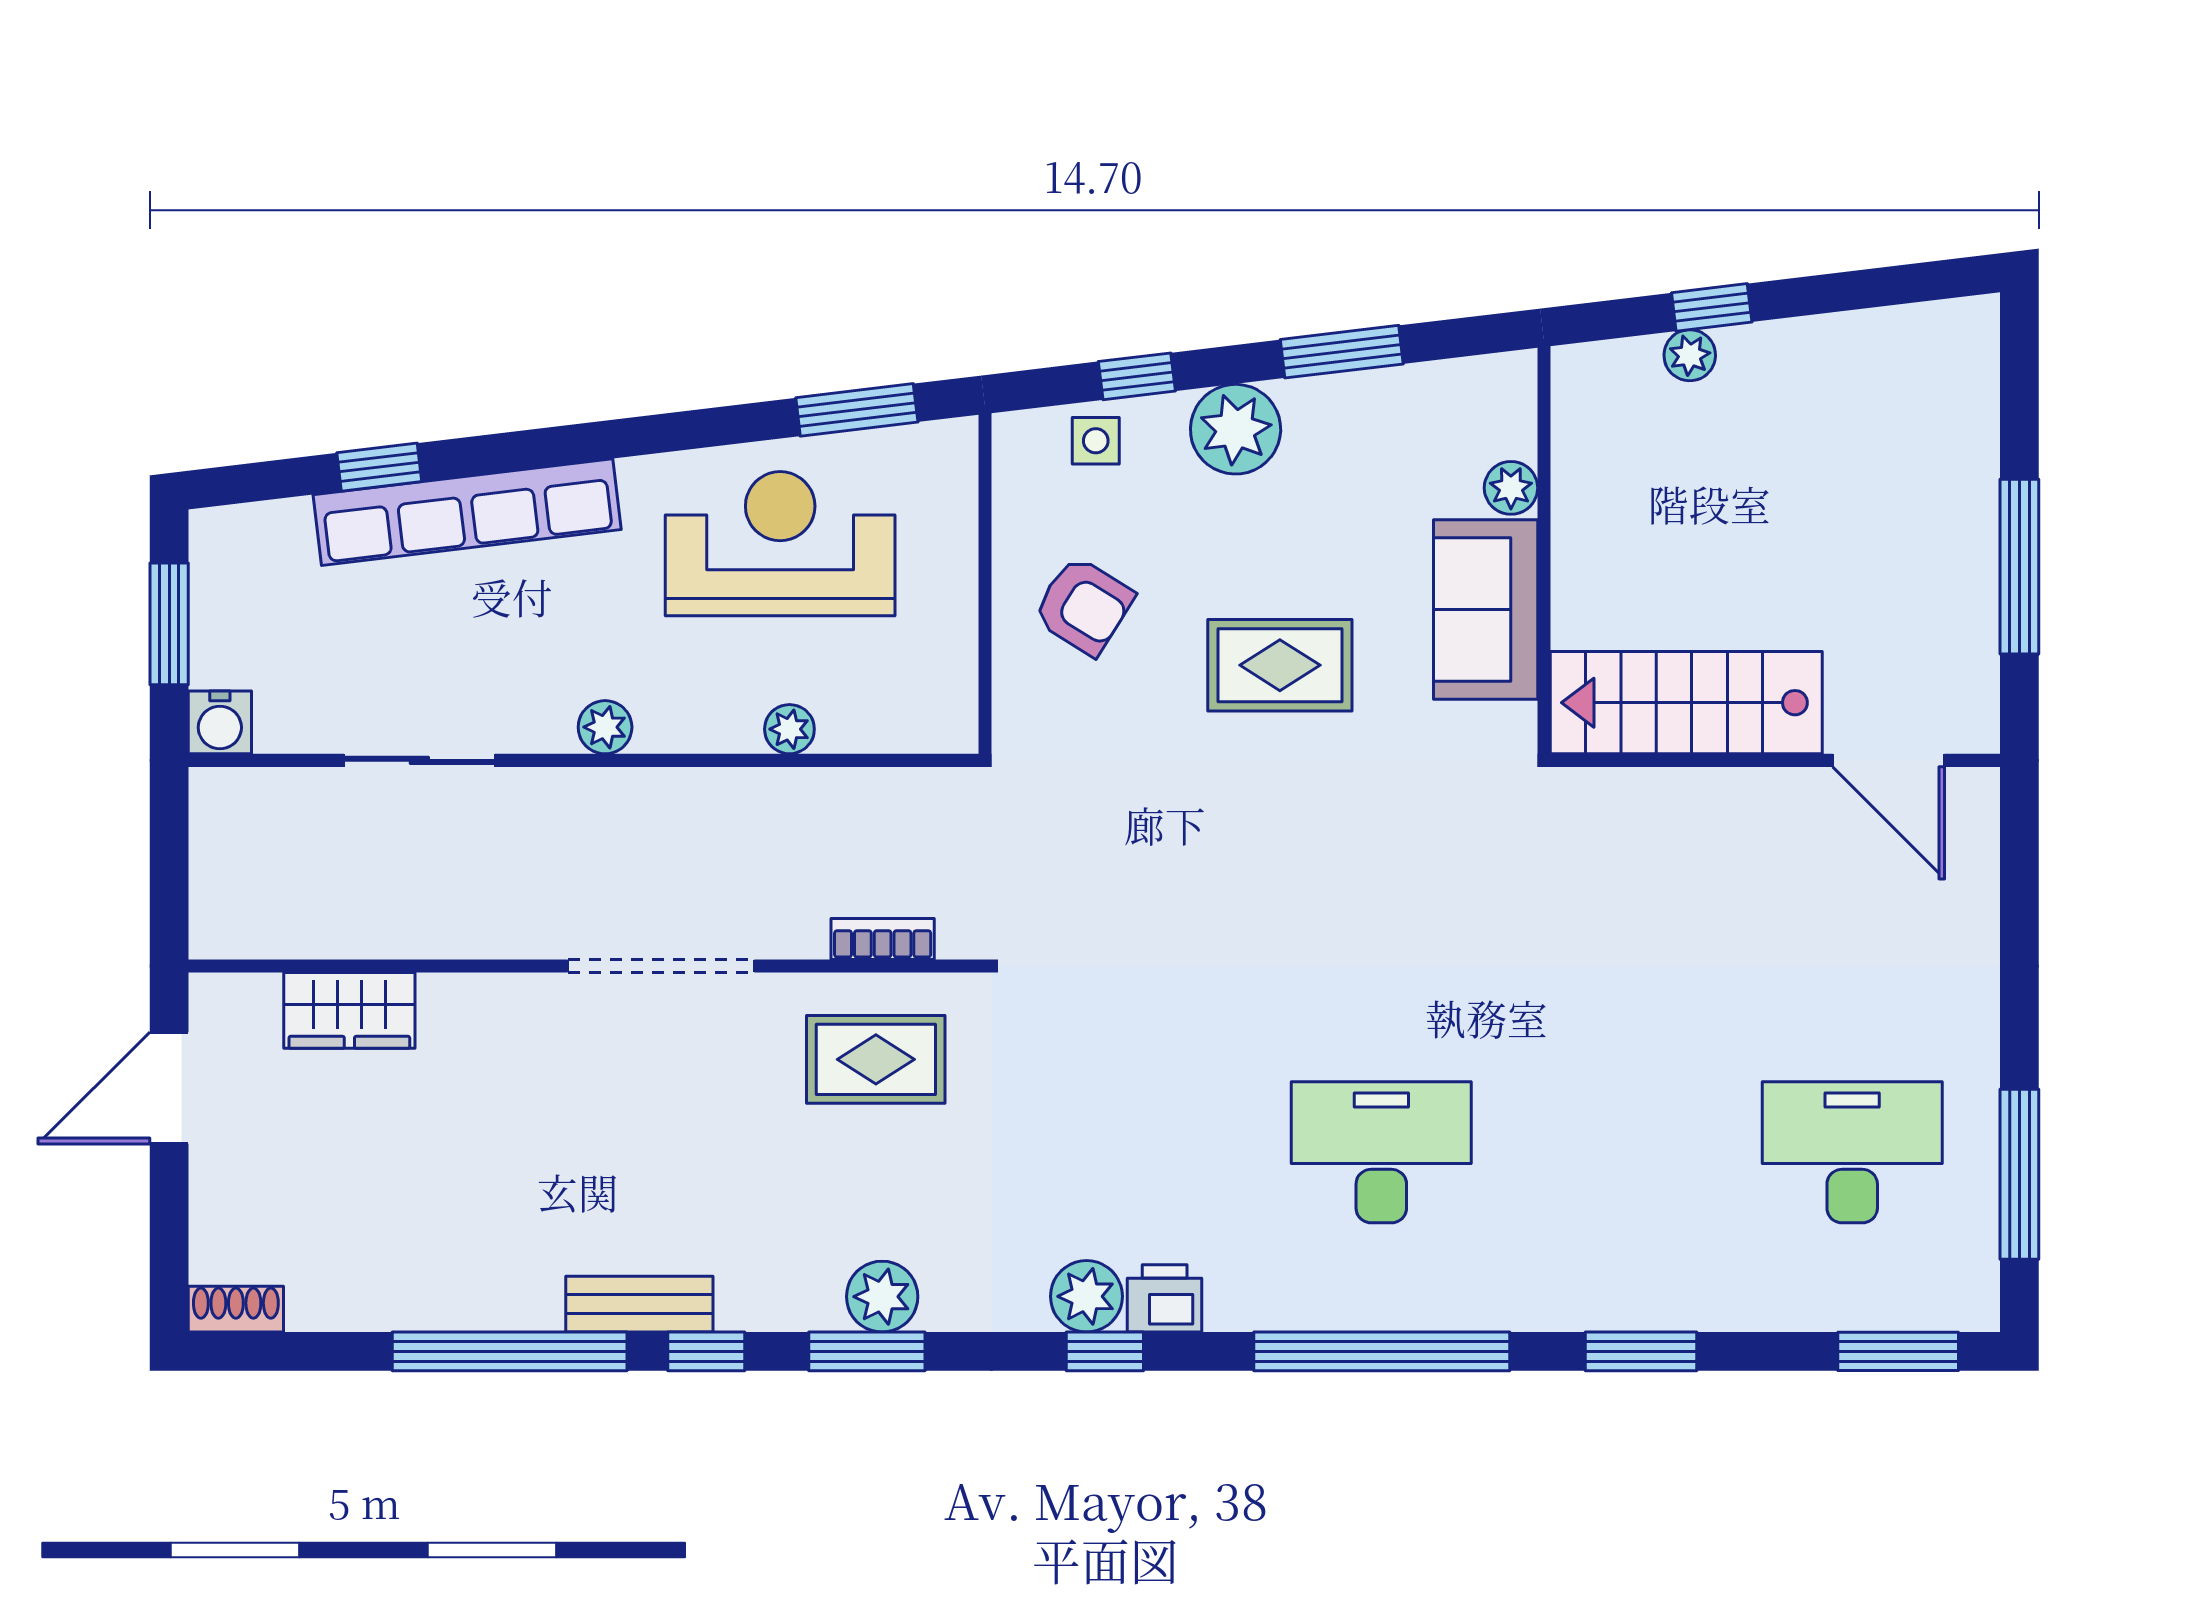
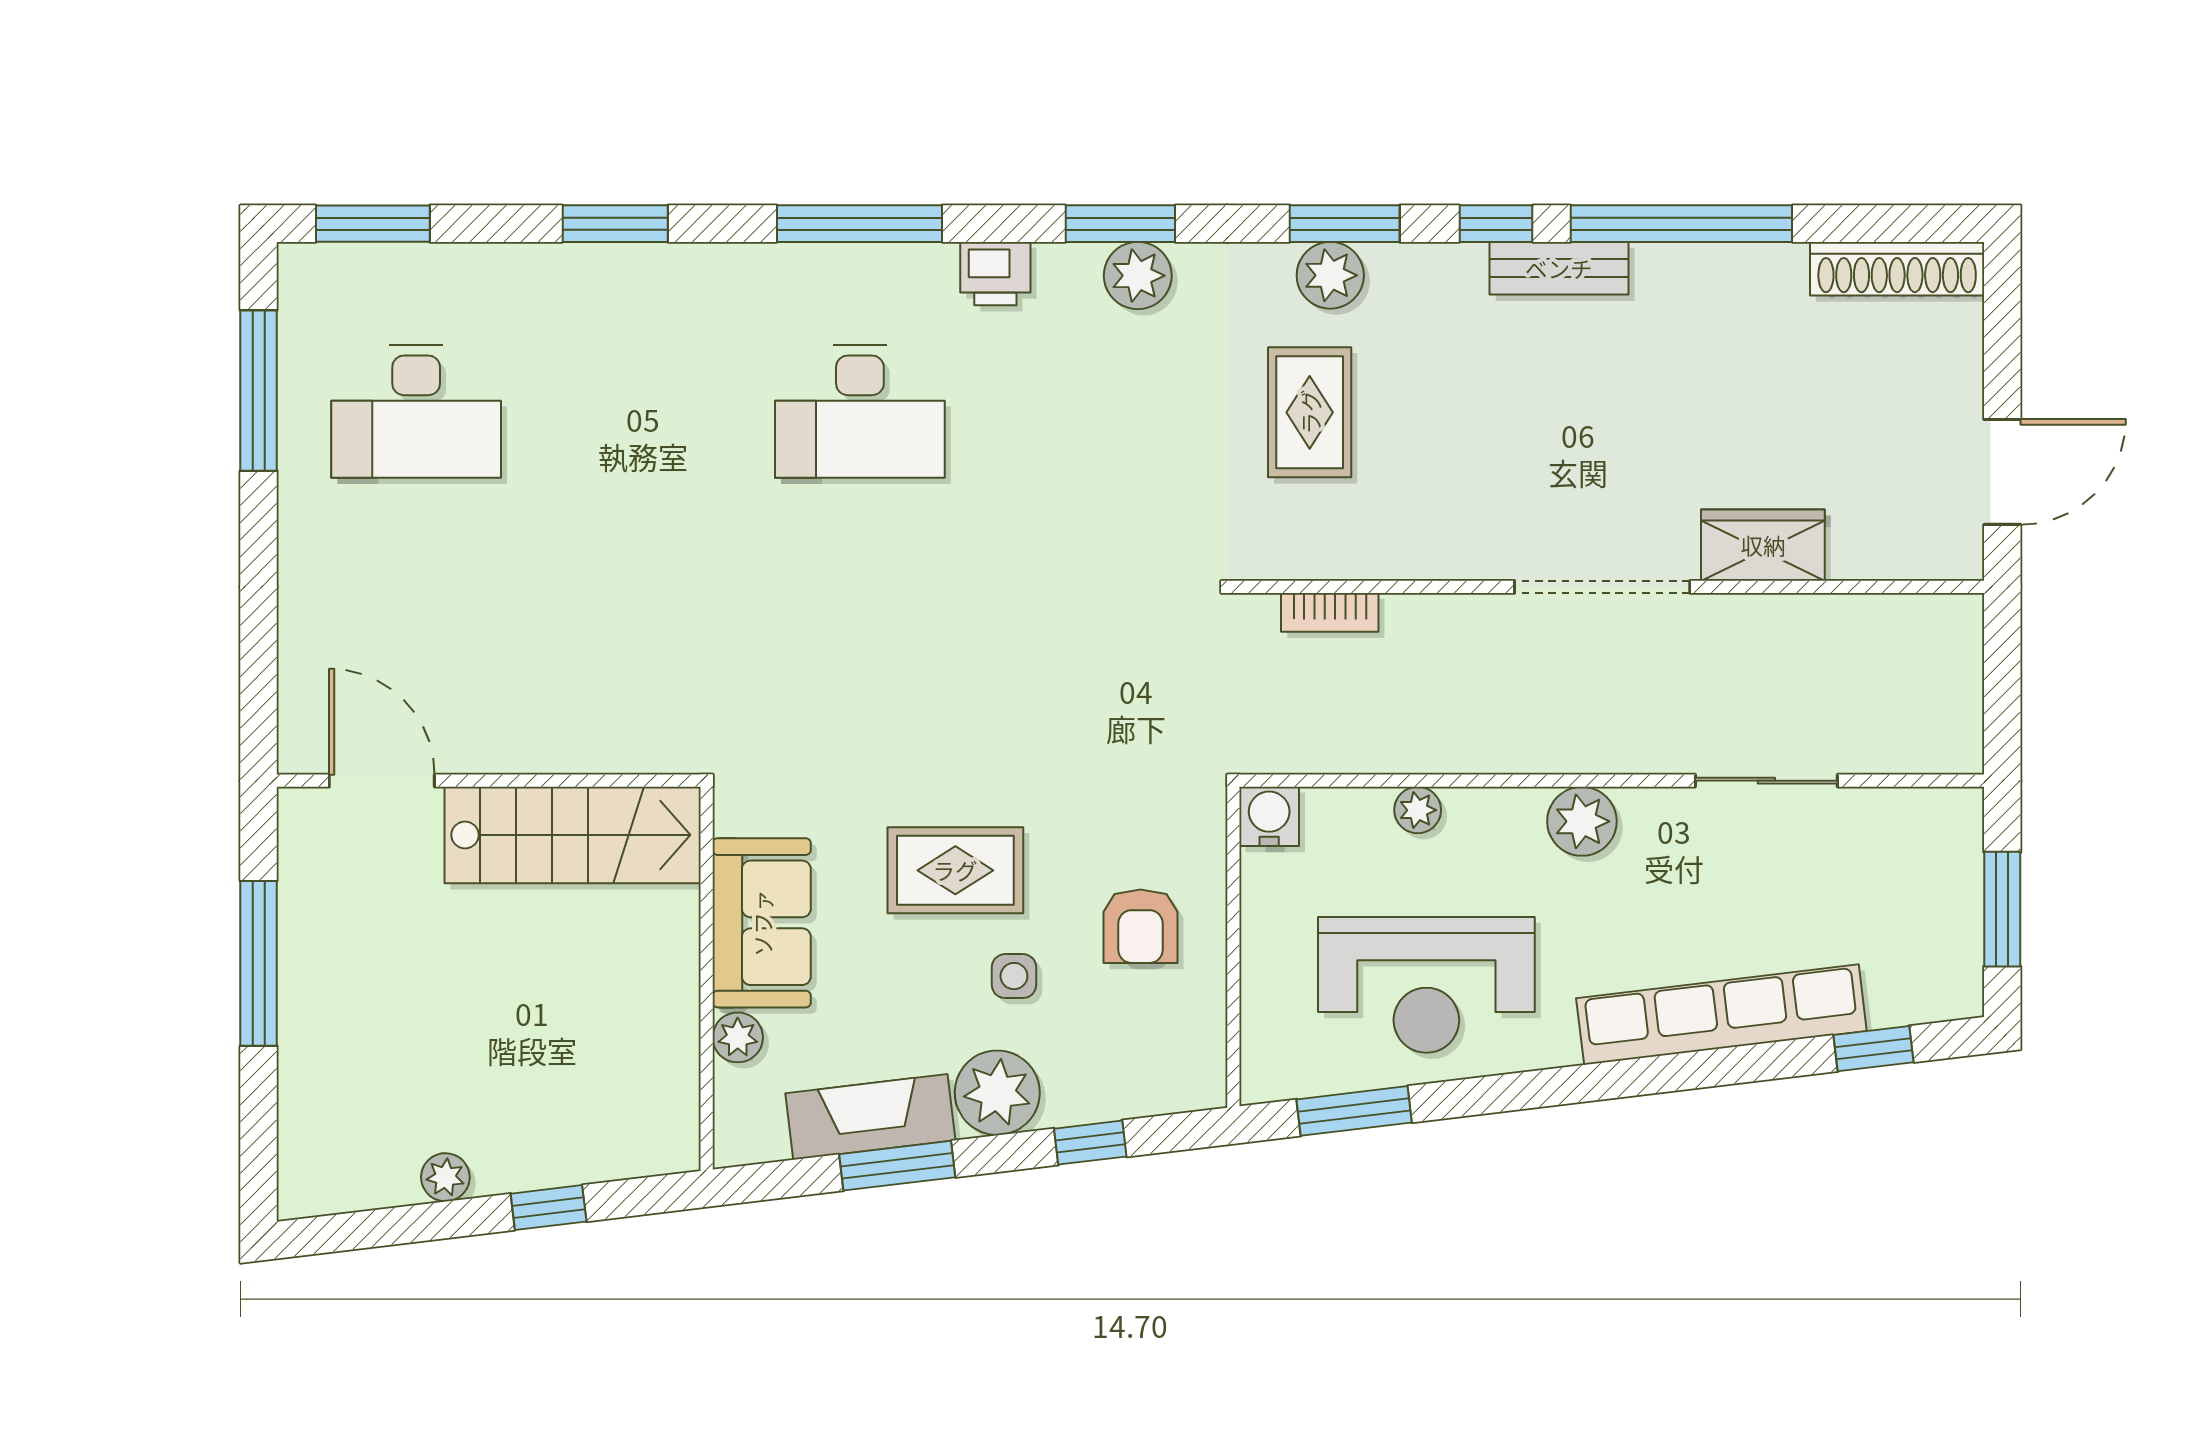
plant: (1690, 355) -> (445, 1177), moved
fireplace: (1370, 404) -> (870, 1117), added
side table: (1096, 441) -> (1014, 976), moved
window: (379, 467) -> (1873, 1049), moved
armchair: (1084, 606) -> (1140, 926), turned -122
water cooler: (220, 722) -> (1269, 816), moved
plant: (605, 727) -> (1582, 821), width x1.38, depth x1.38
doorway: (661, 966) -> (1602, 587), moved
wardrobe: (349, 1010) -> (1763, 545), moved
rug: (876, 1059) -> (1310, 412), moved, turned 90
printer: (1165, 1298) -> (995, 274), moved
shoe rack: (236, 1309) -> (1897, 269), width x1.94, depth x1.24
window: (1105, 1351) -> (1120, 224), width x1.50
window: (1382, 1351) -> (859, 224), width x0.68

